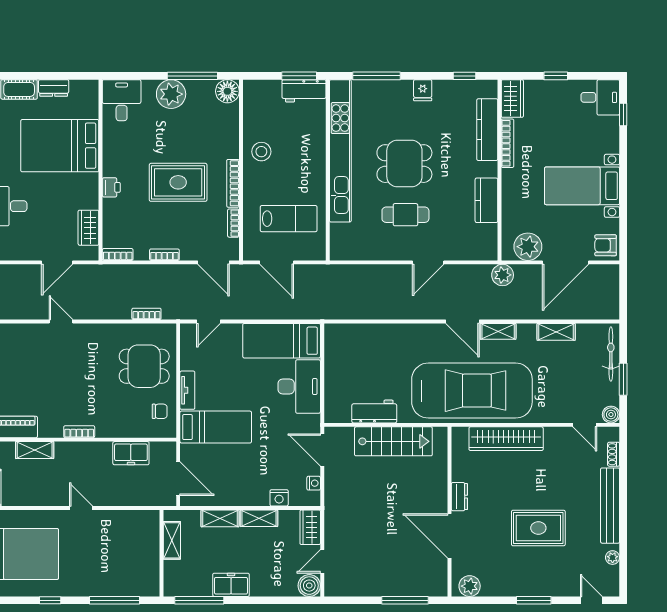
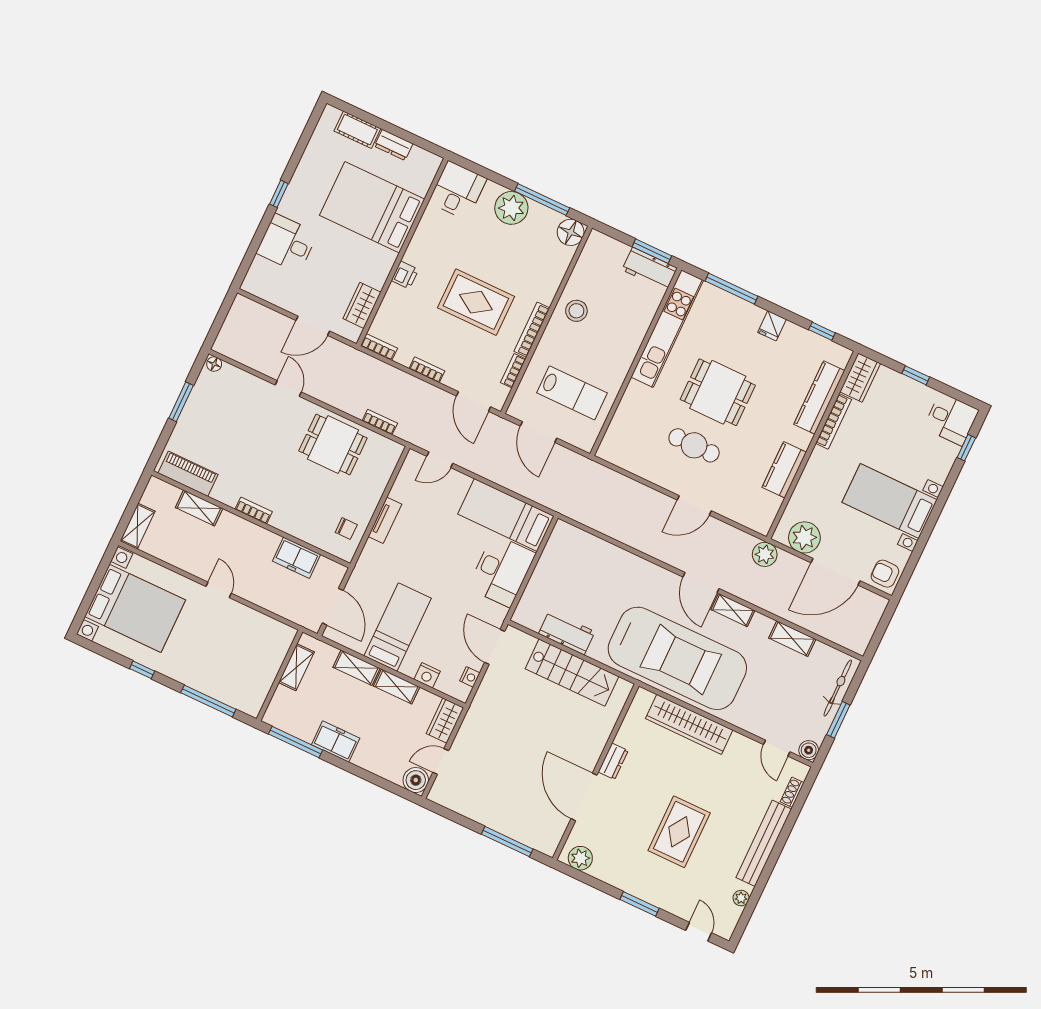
kitchen unit: (340, 151) -> (667, 329), width x0.73
dining table: (144, 366) -> (333, 444), moved
bed: (216, 427) -> (398, 627), moved, turned -90
rug: (538, 528) -> (679, 832), turned 90

